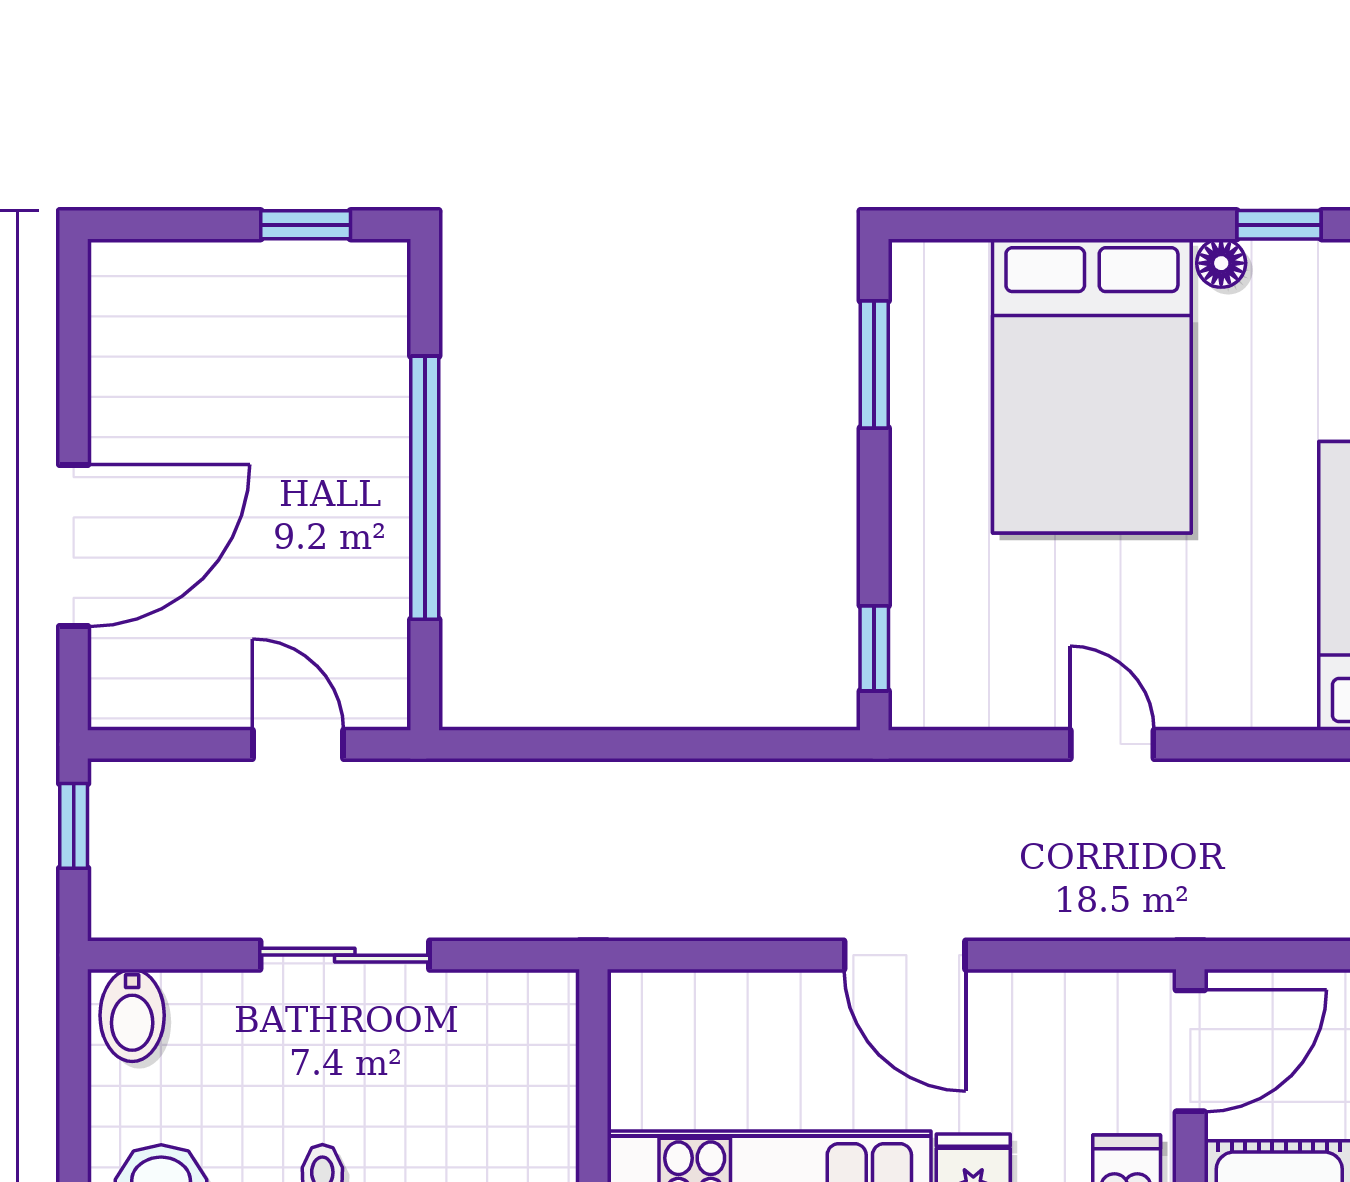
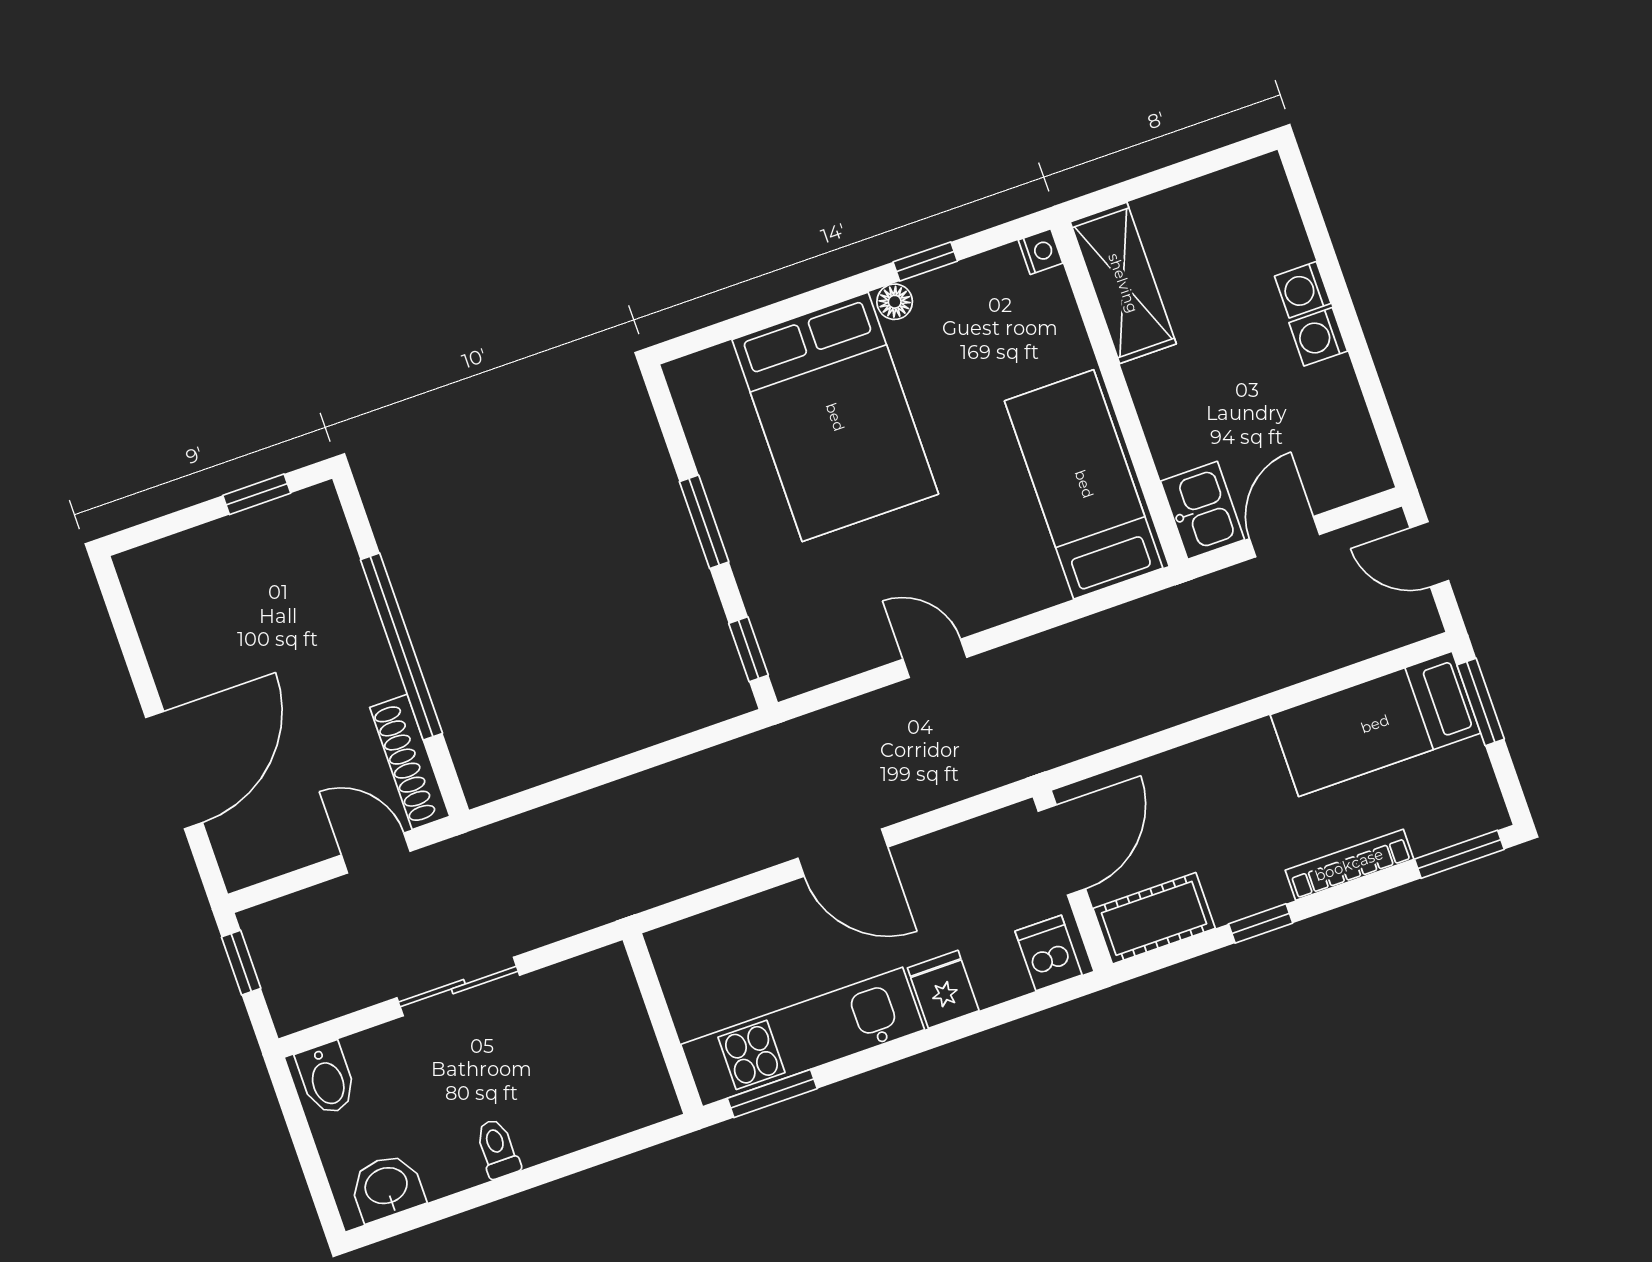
window: (874, 364) -> (704, 522), moved
shoe rack: (383, 641) -> (410, 762), added

